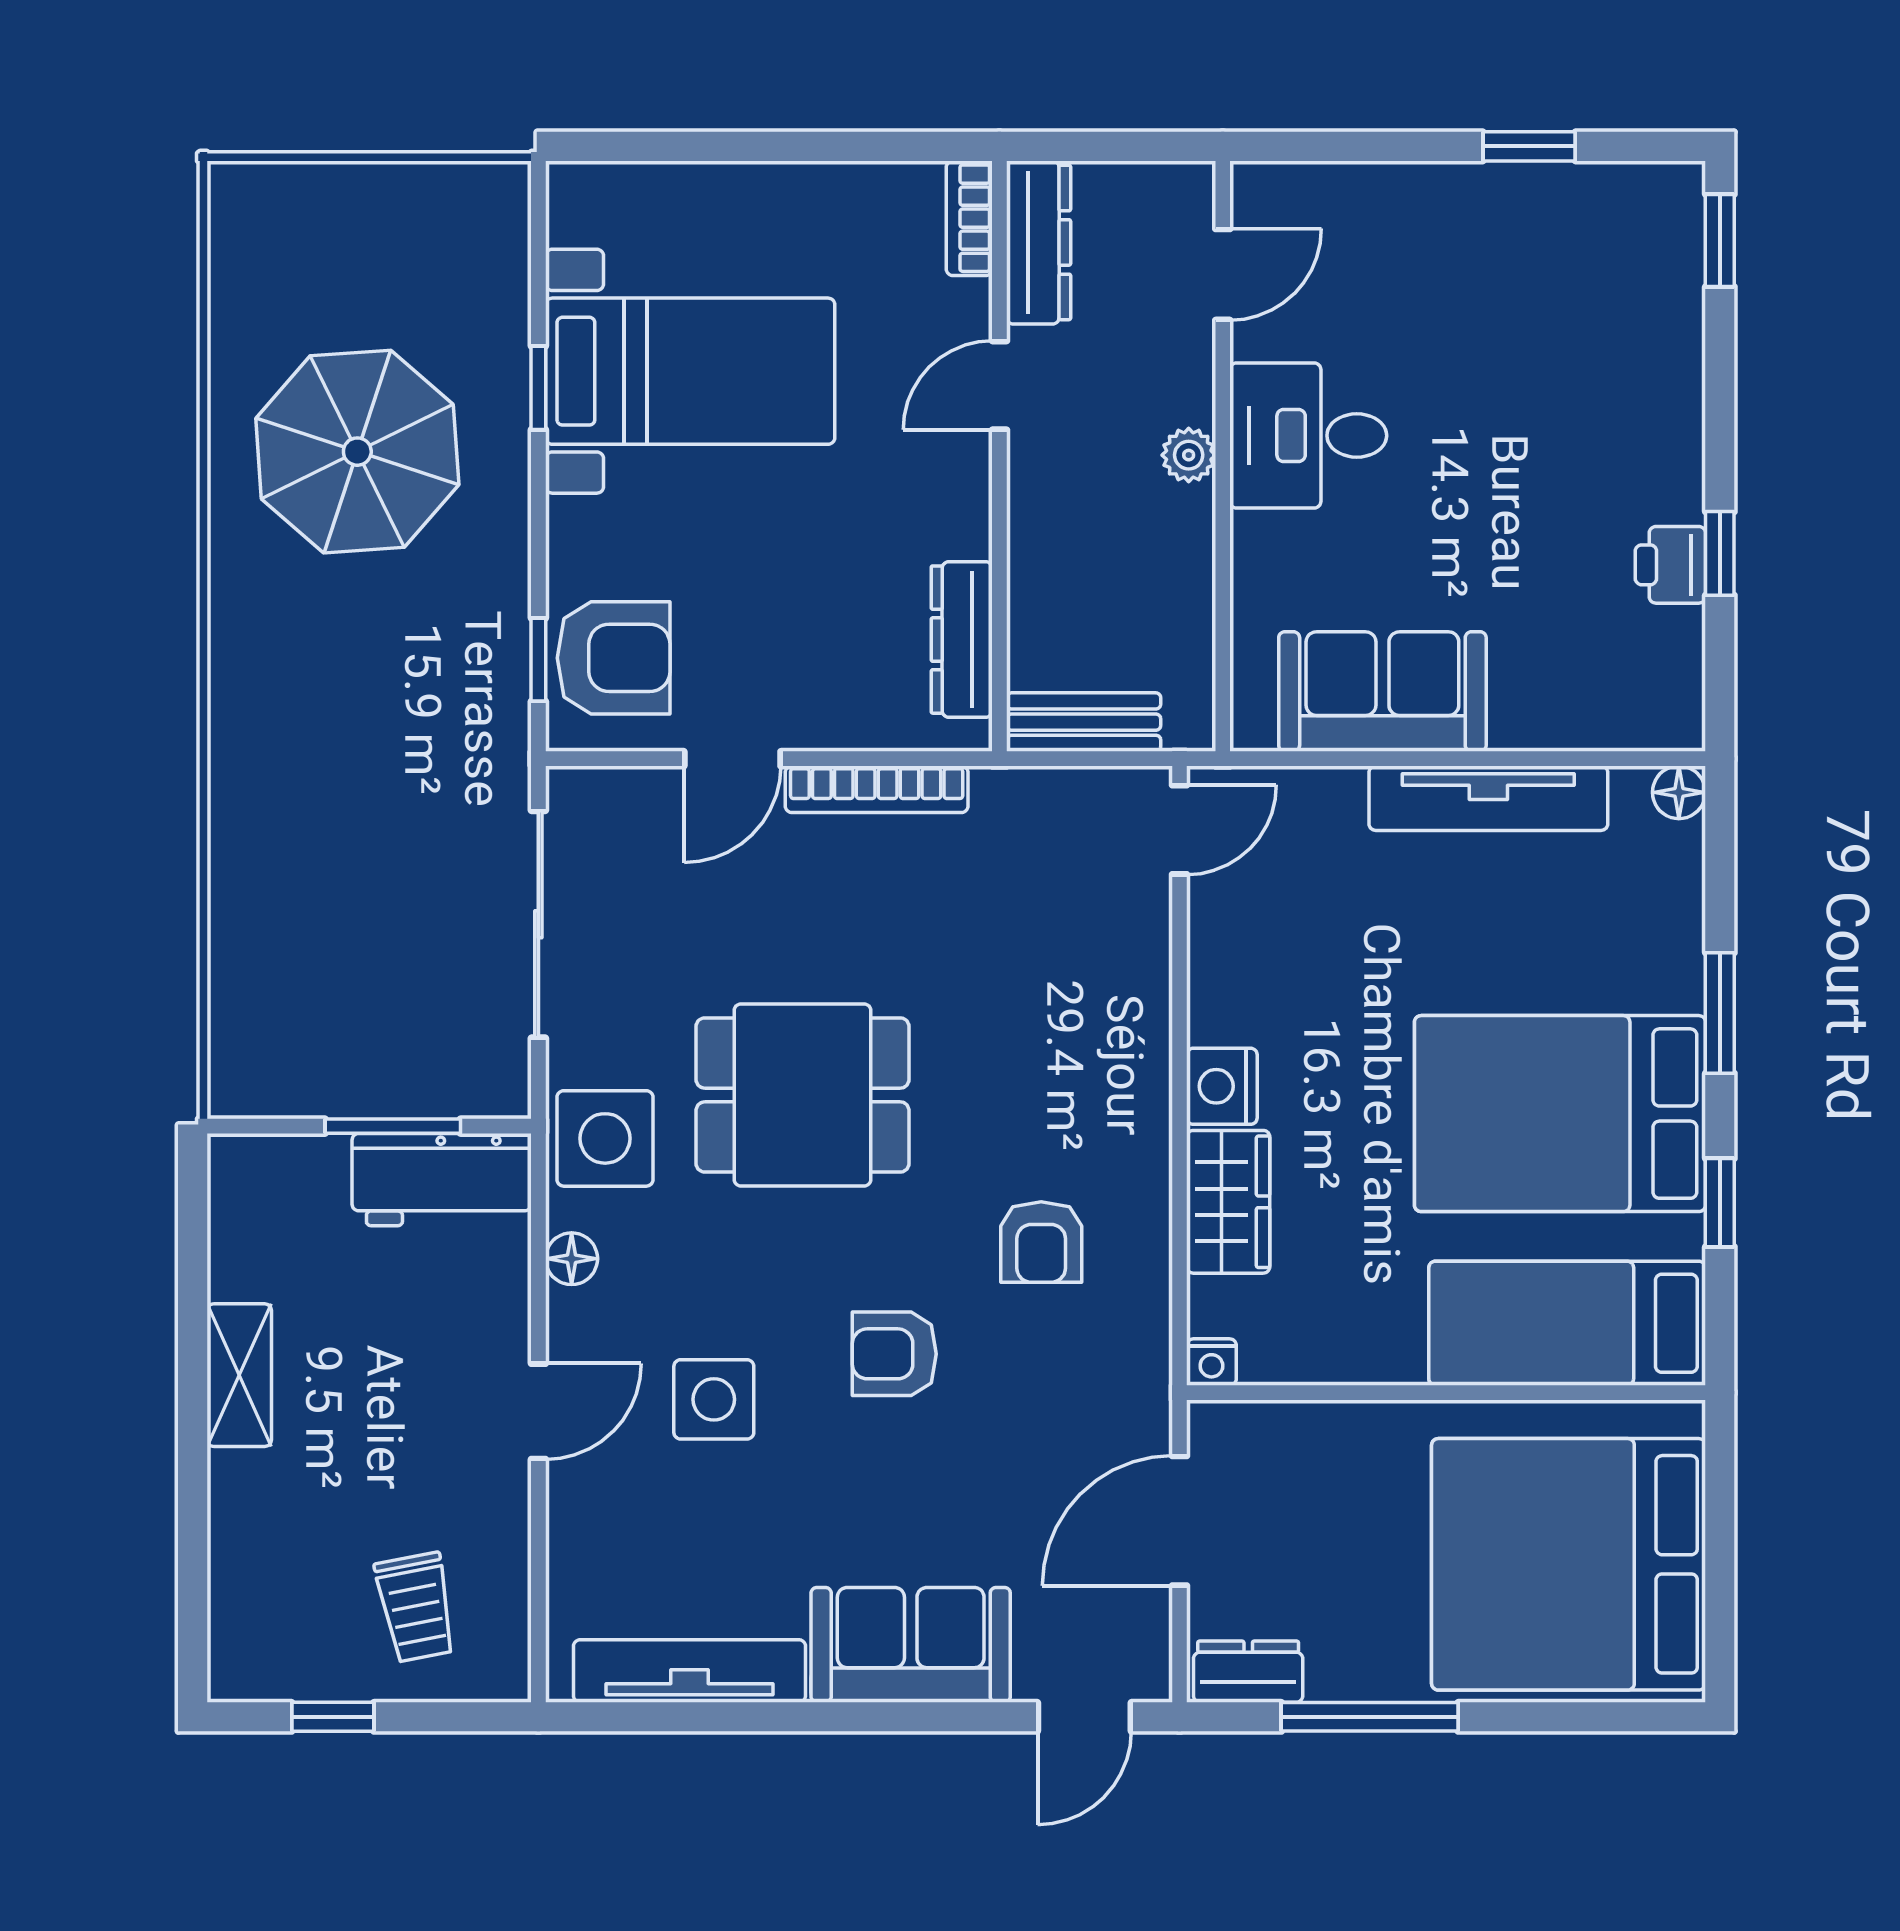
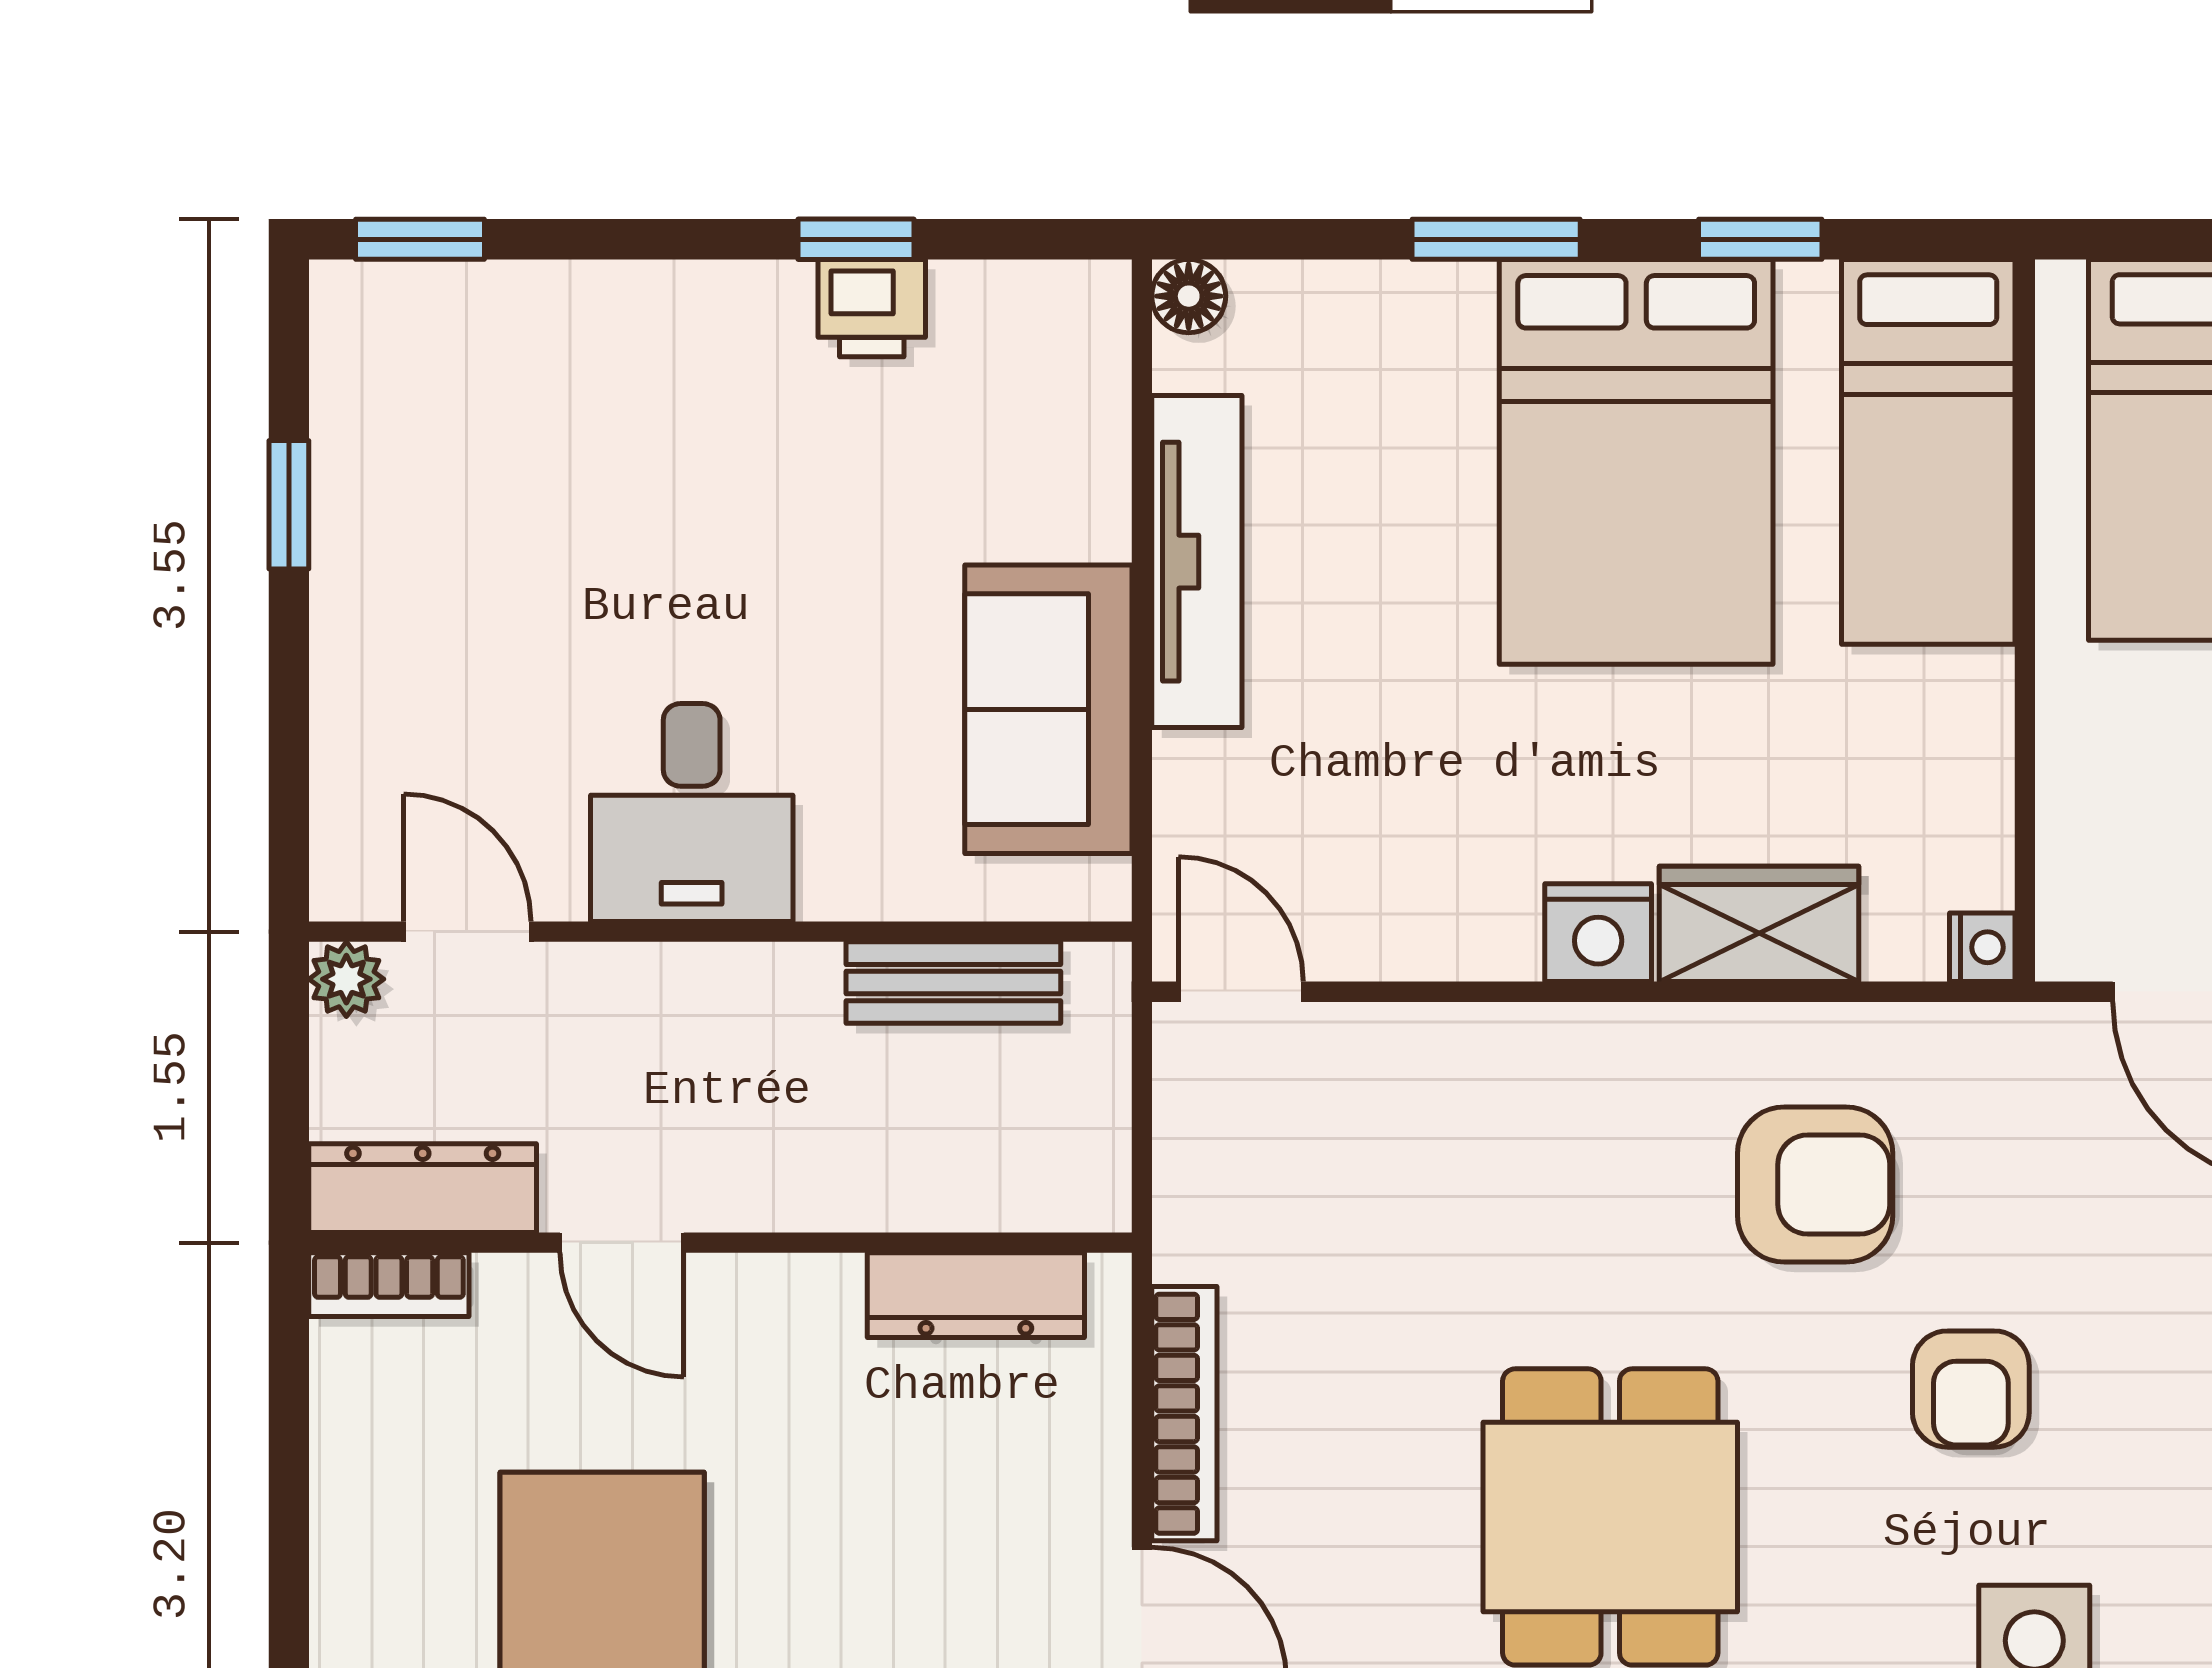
plant: (1189, 455) -> (346, 979), moved
bench: (1084, 722) -> (953, 983), moved, turned 90
armchair: (1041, 1242) -> (1815, 1184), width x1.38, depth x1.38

